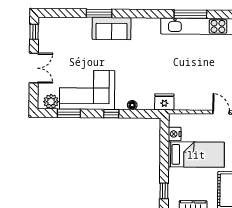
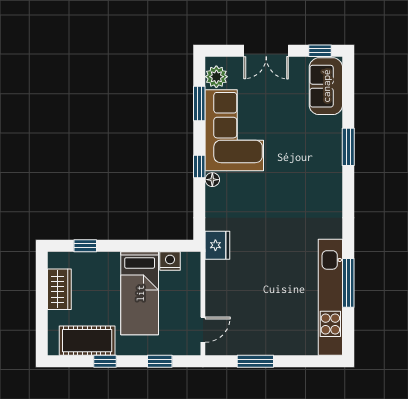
sofa: (112, 29) -> (326, 86), moved
floor lamp: (132, 105) -> (212, 180), moved

